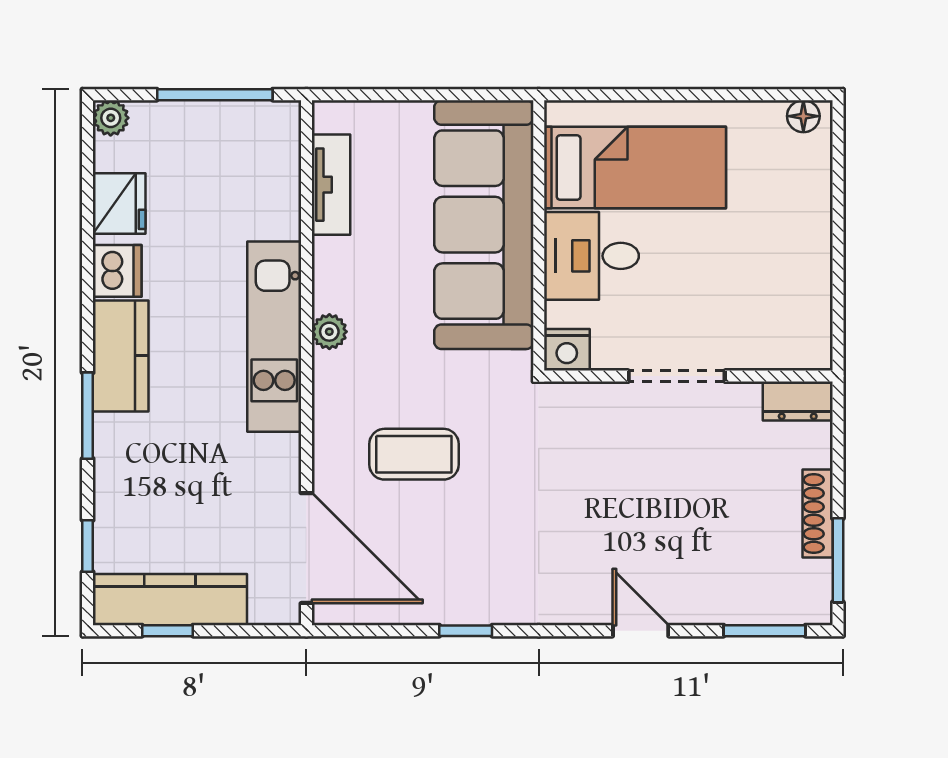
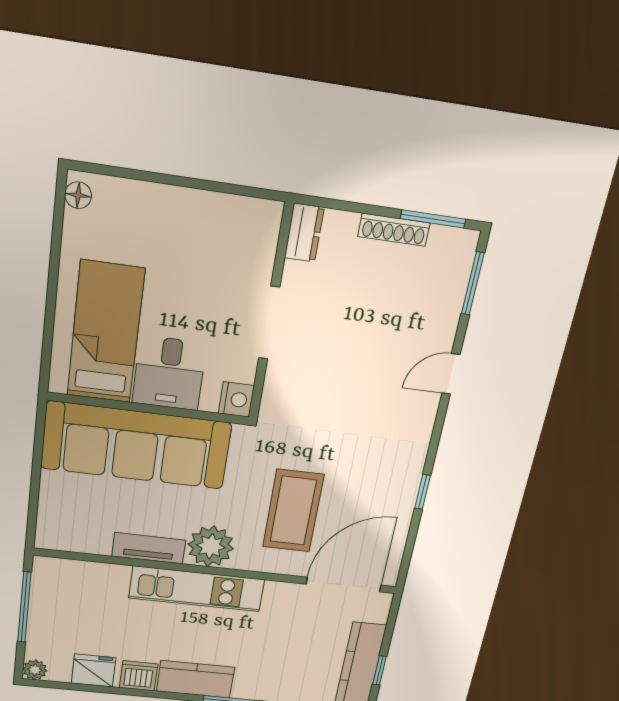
tv unit: (331, 185) -> (149, 548), moved
plant: (329, 332) -> (211, 546), width x1.87, depth x1.87
coffee table: (414, 454) -> (293, 511), width x1.36, depth x1.32

